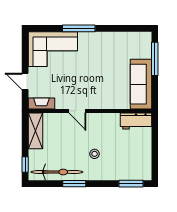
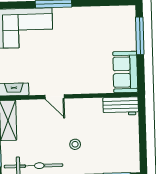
sofa: (141, 84) -> (125, 72), width x0.73

